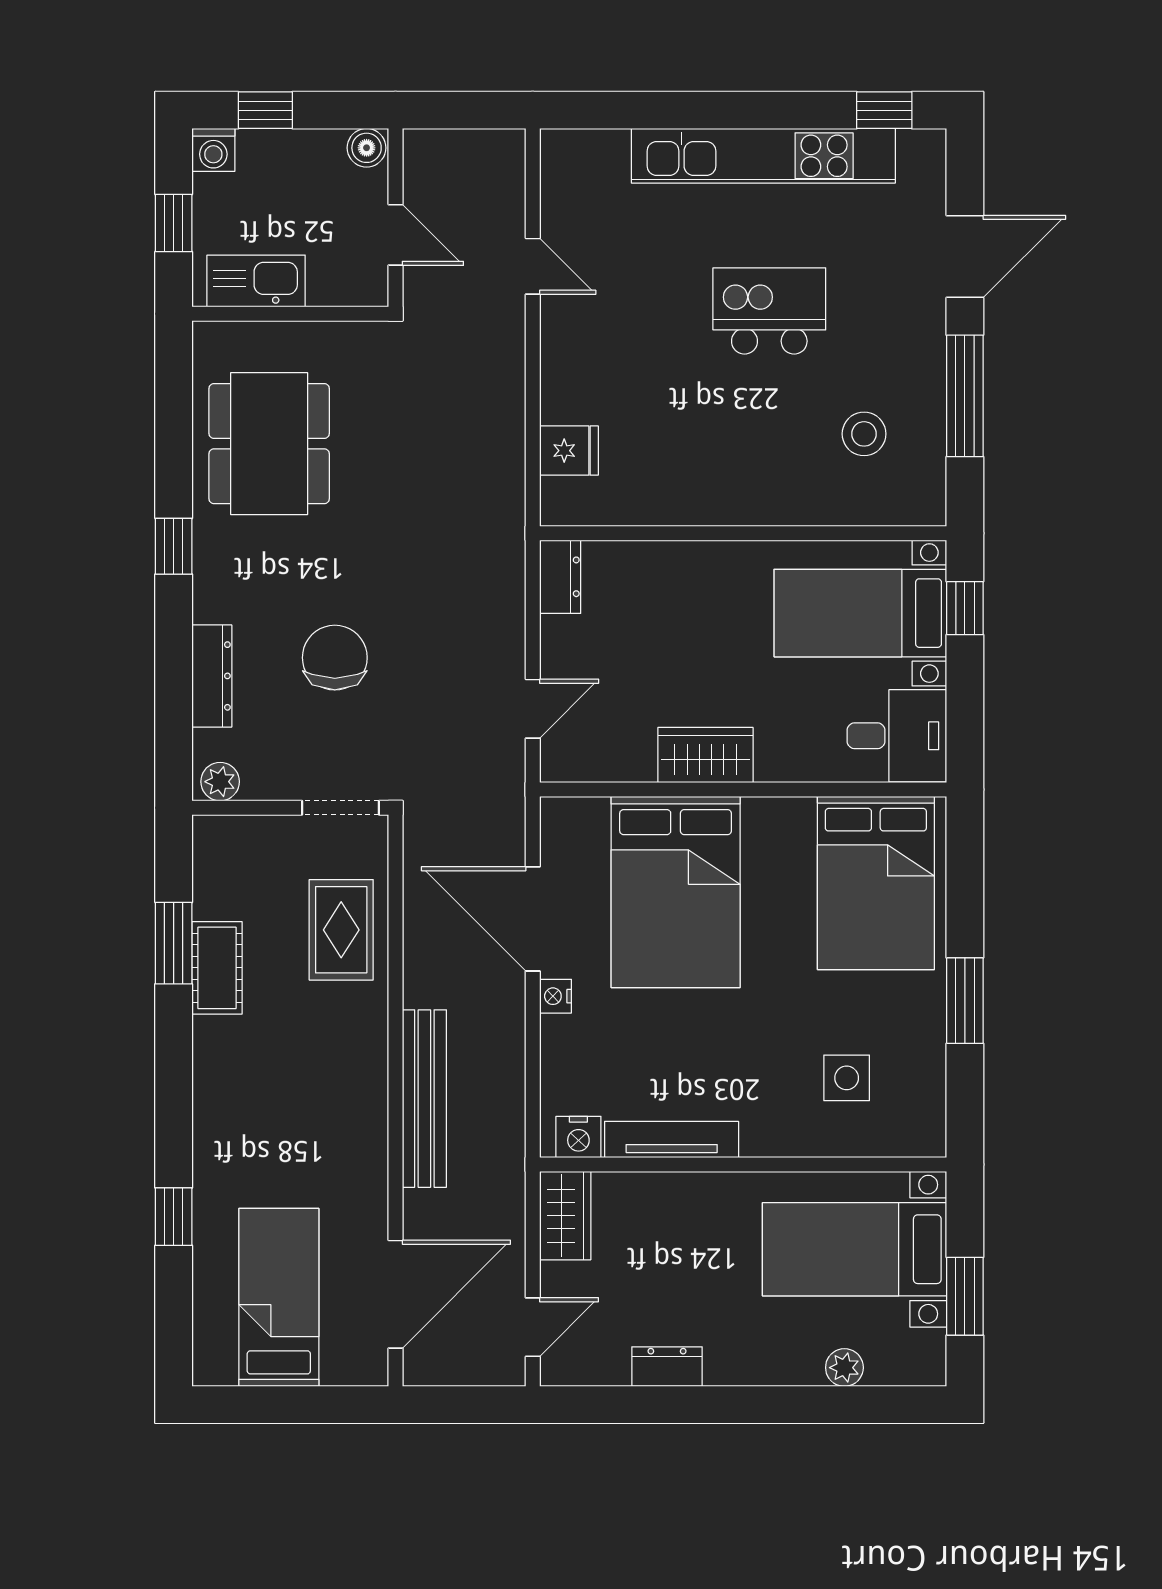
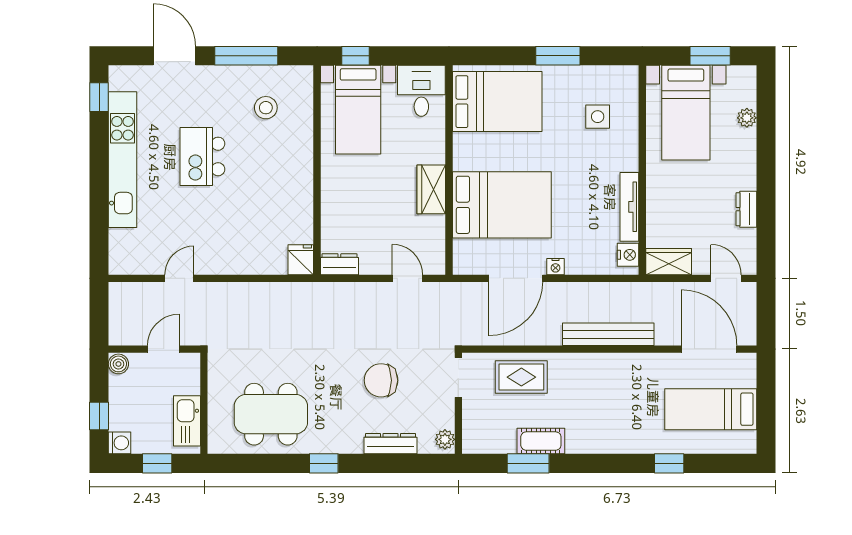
fridge: (569, 451) -> (301, 260), moved

